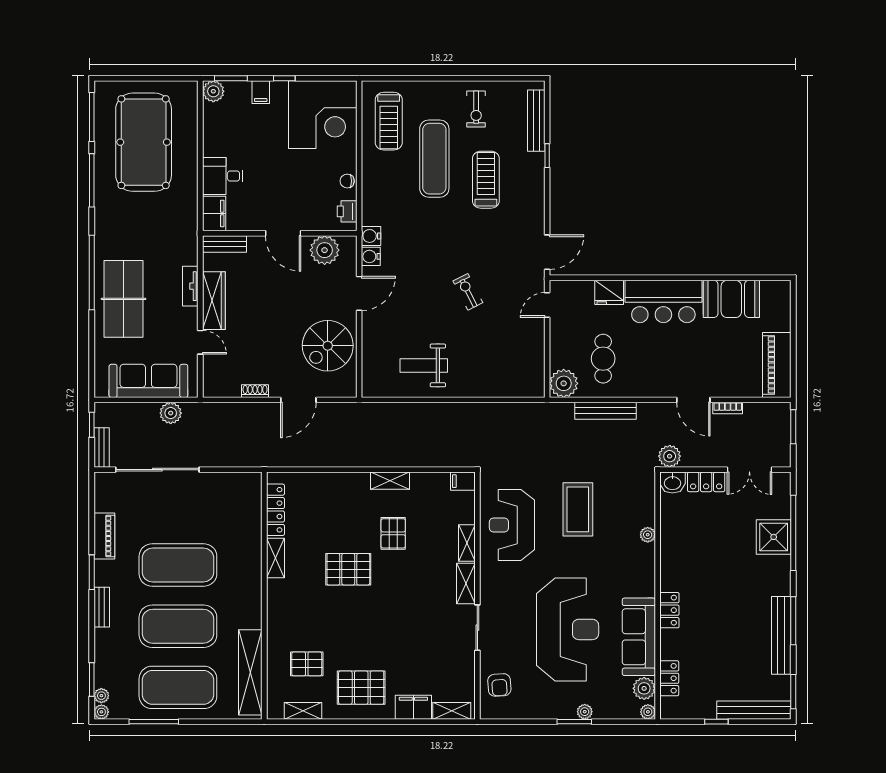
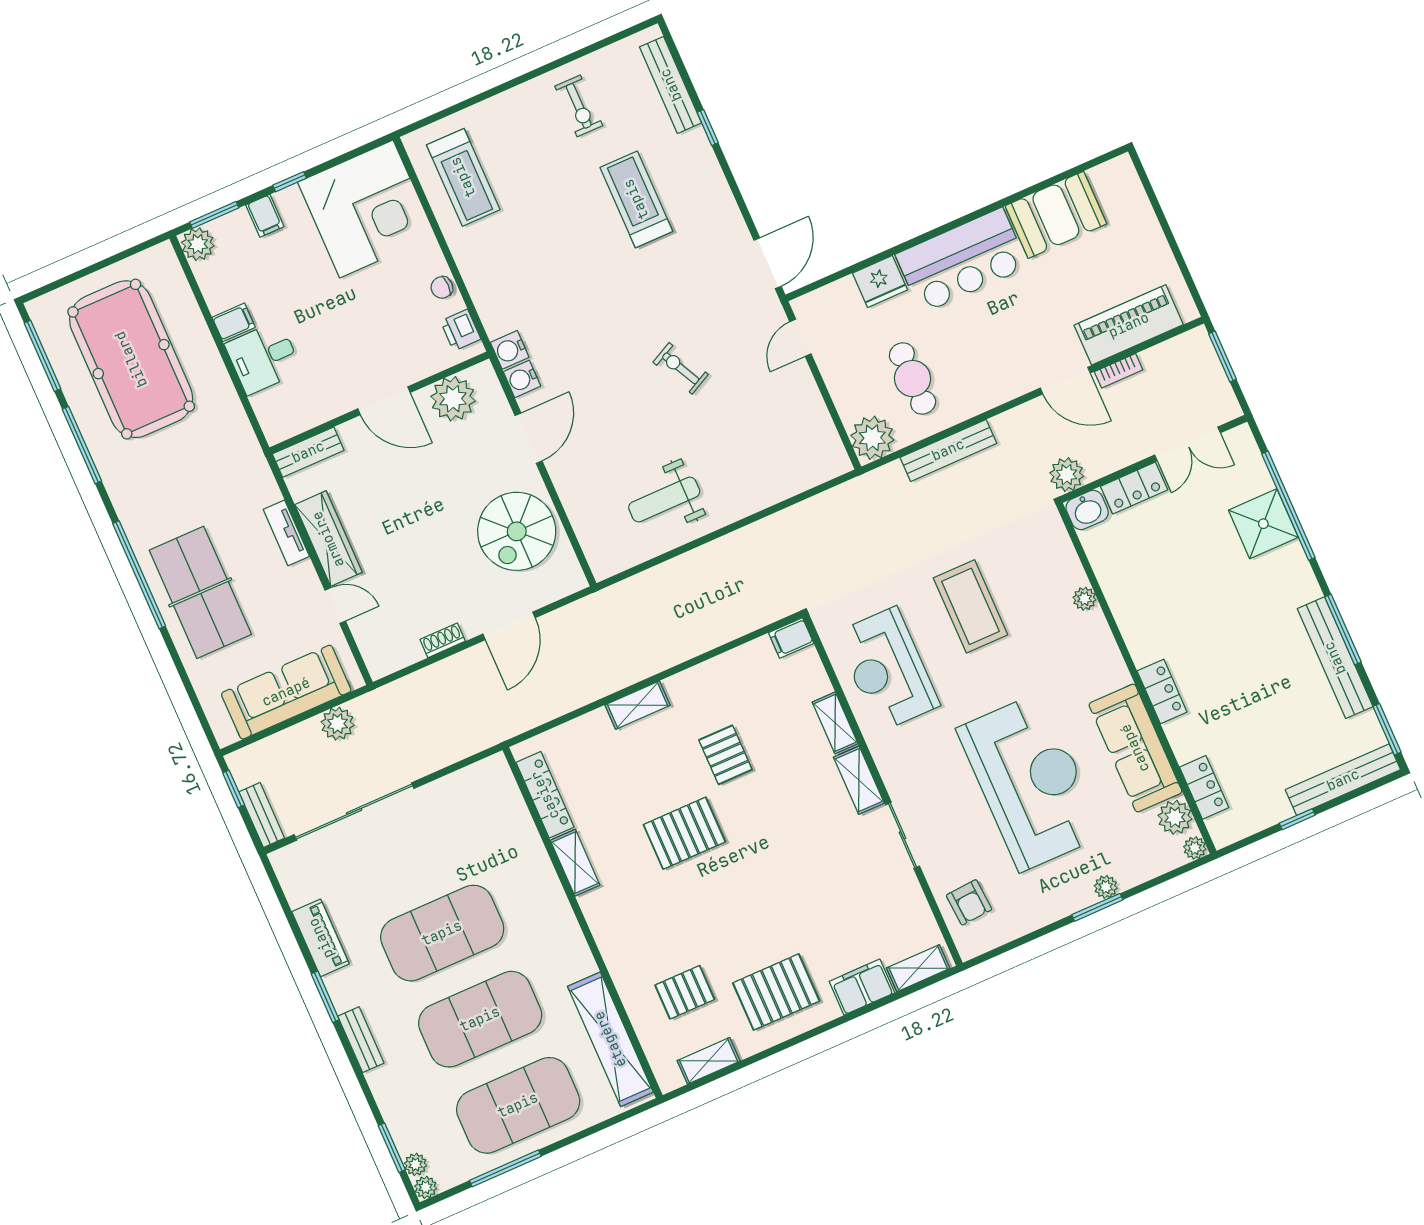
exercise mat: (434, 159) -> (551, 202), removed
filing cabinet: (214, 213) -> (234, 322), moved, width x0.50
piano: (777, 365) -> (1129, 325), moved, turned 90
shelving: (390, 481) -> (638, 705), moved

